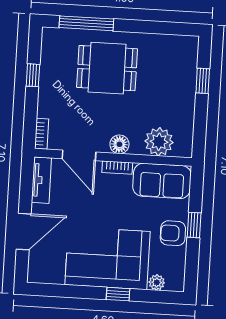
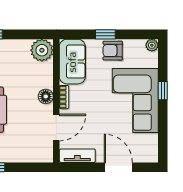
bookcase: (42, 134) -> (41, 158), removed
plant: (159, 142) -> (42, 50), moved
armchair: (173, 233) -> (113, 51), turned 90
plant: (157, 282) -> (152, 45), moved

